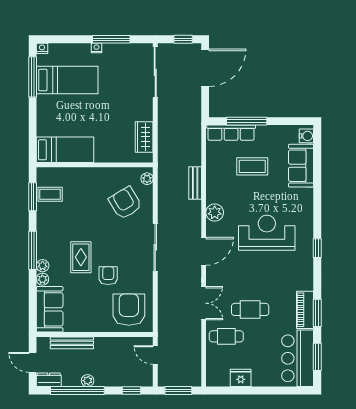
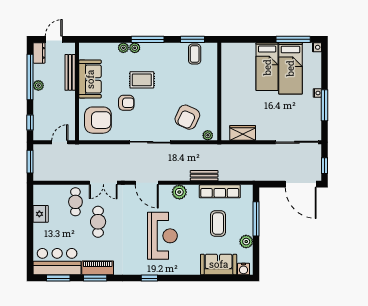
row of seats: (231, 133) -> (220, 191), moved, turned -90
plant: (274, 133) -> (246, 242), added
bed: (65, 150) -> (267, 67), moved
armchair: (125, 203) -> (187, 117), turned 146
sofa: (50, 309) -> (90, 79), moved, turned -90

